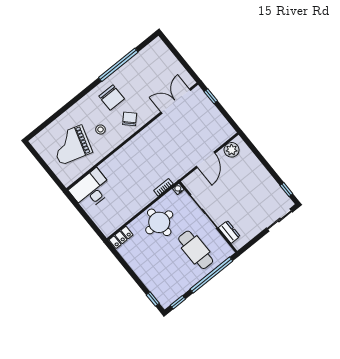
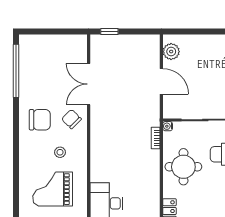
window: (118, 65) -> (16, 71), moved
double door: (176, 101) -> (89, 84), moved
grand piano: (71, 145) -> (53, 189), turned 73

